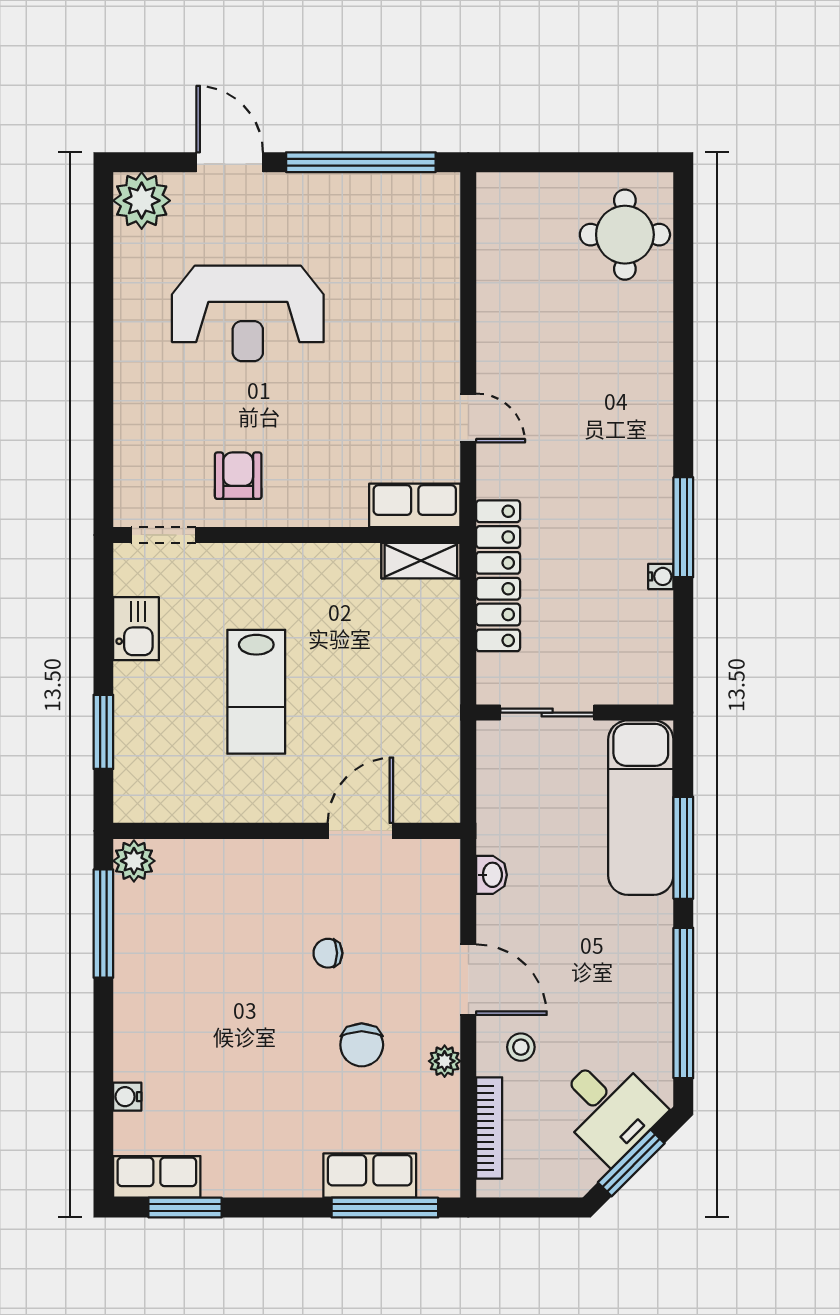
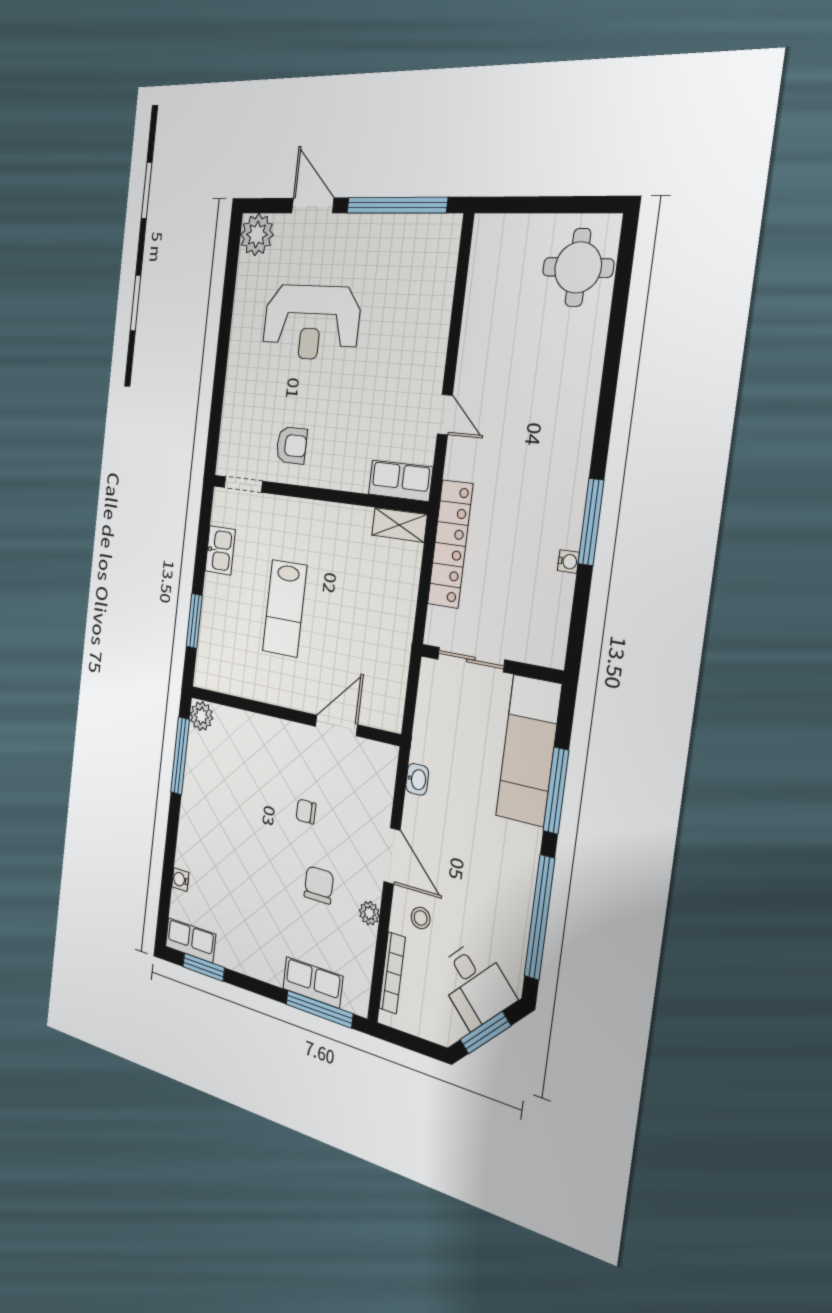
armchair: (238, 476) -> (292, 445), turned 90
chair: (362, 1045) -> (319, 885), turned 180

